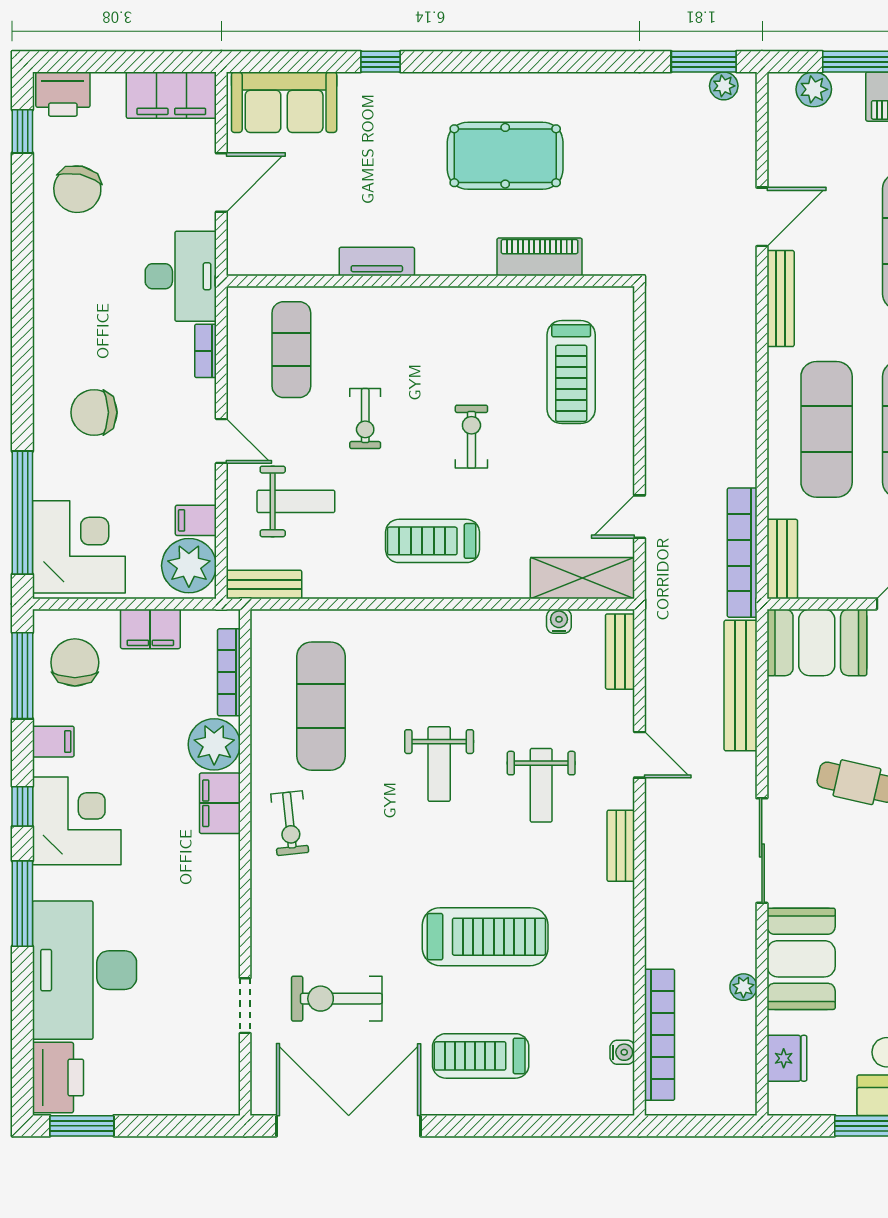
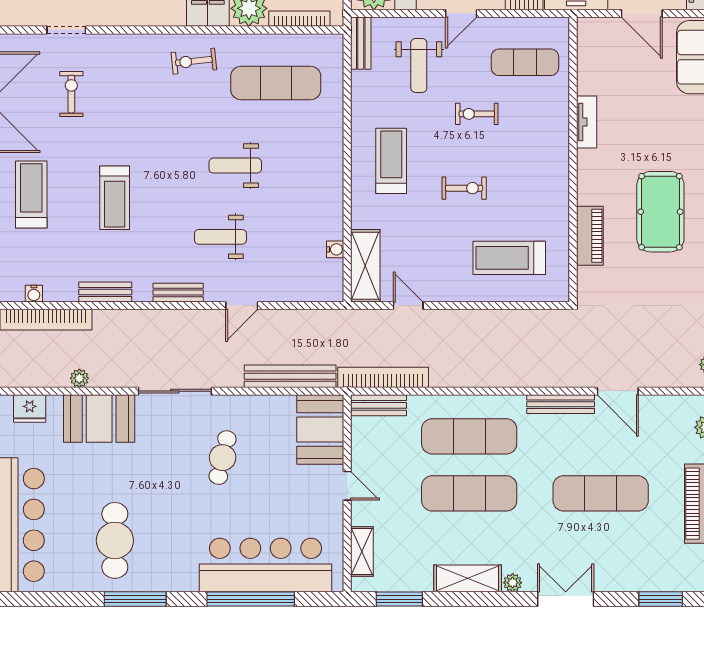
bench: (620, 652) -> (105, 292), moved
treadmill: (485, 937) -> (115, 198), width x0.73, depth x0.73
exercise bike: (337, 999) -> (71, 94), width x0.73, depth x0.72

